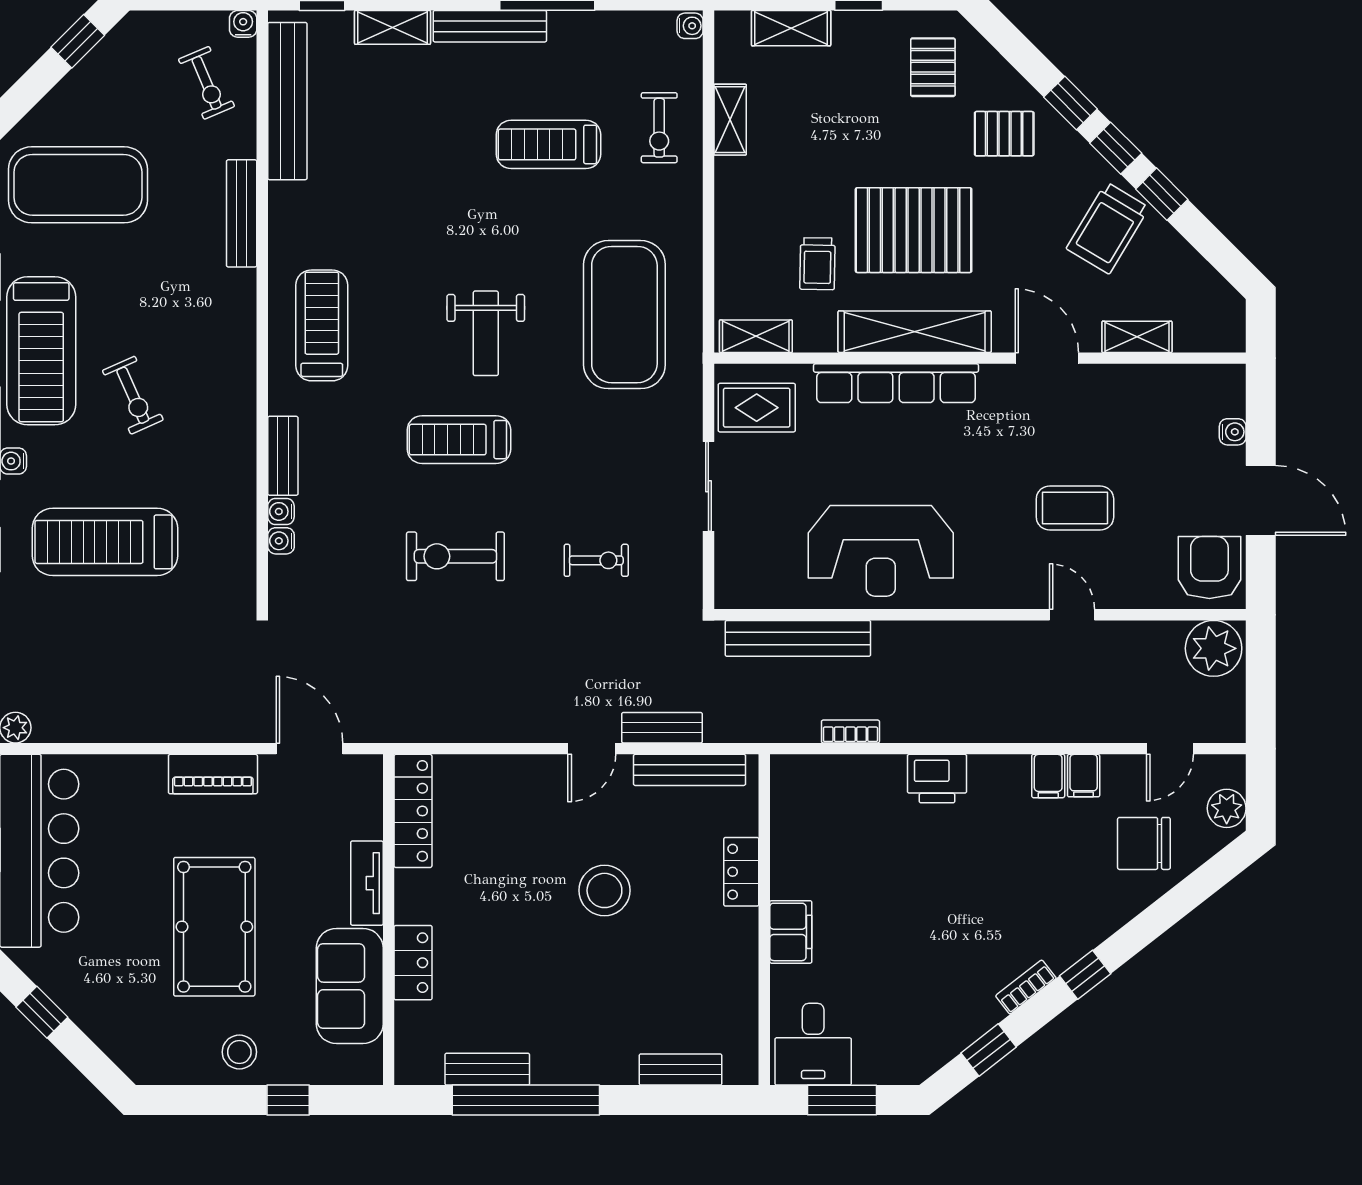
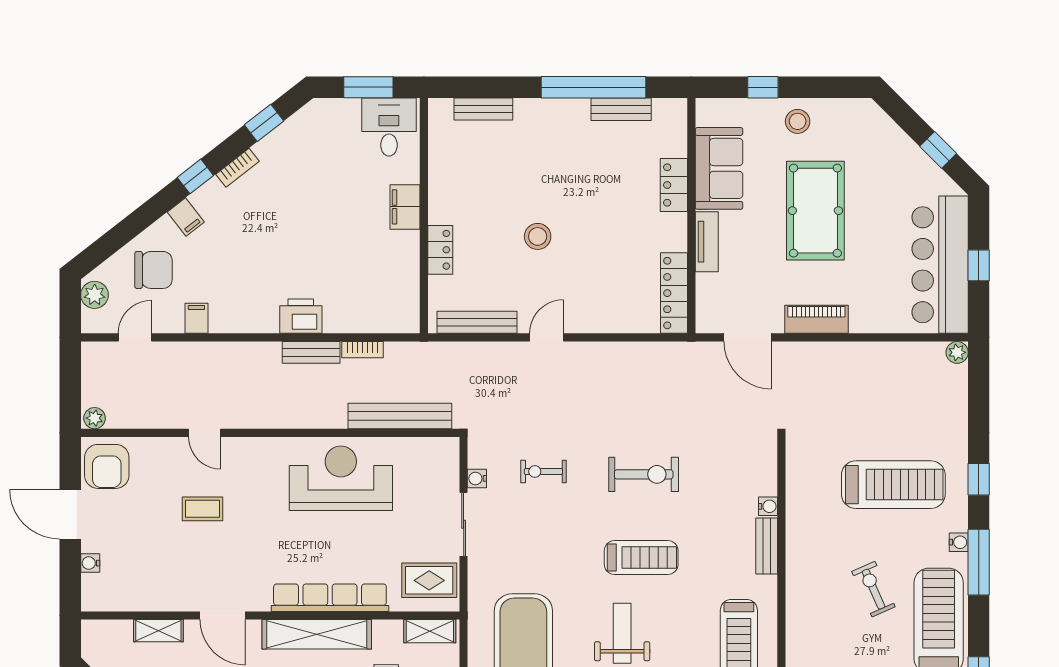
coffee table: (1075, 508) -> (203, 509), width x0.73, depth x0.77
water cooler: (281, 541) -> (477, 478), moved, turned 180
plant: (1214, 648) -> (95, 418), width x0.53, depth x0.53
bench: (662, 728) -> (311, 352), moved
filing cabinet: (1048, 776) -> (186, 217), moved, turned 142
stool: (604, 890) -> (538, 236), width x0.73, depth x0.73

